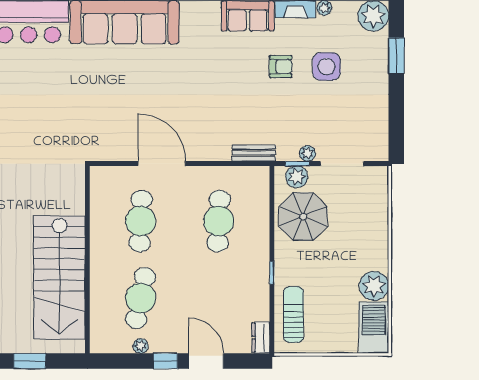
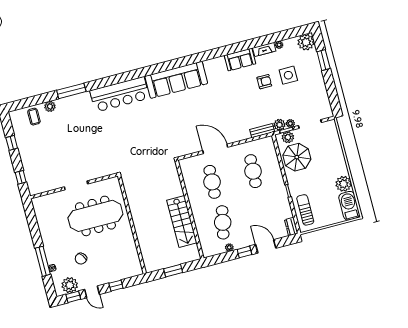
plant: (287, 151) -> (279, 125), added
stairs: (59, 277) -> (182, 222), width x0.73, depth x0.66

